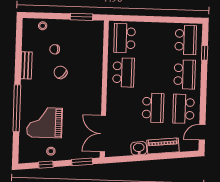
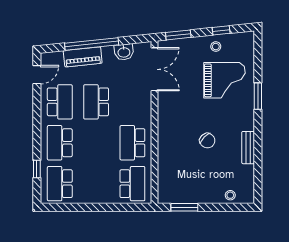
chair: (55, 49) -> (215, 168), removed
window: (17, 108) -> (258, 96), width x0.47
washbasin: (139, 148) -> (124, 52), moved
window: (155, 157) -> (92, 44), added

